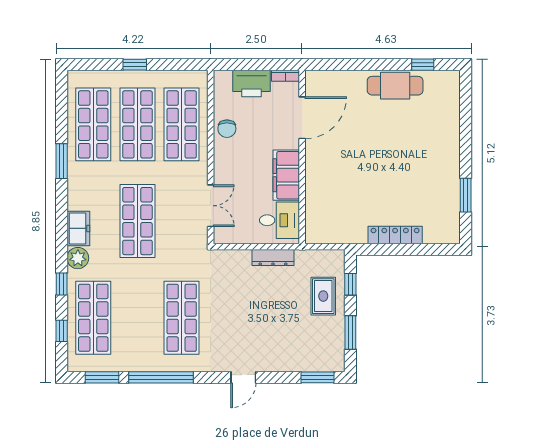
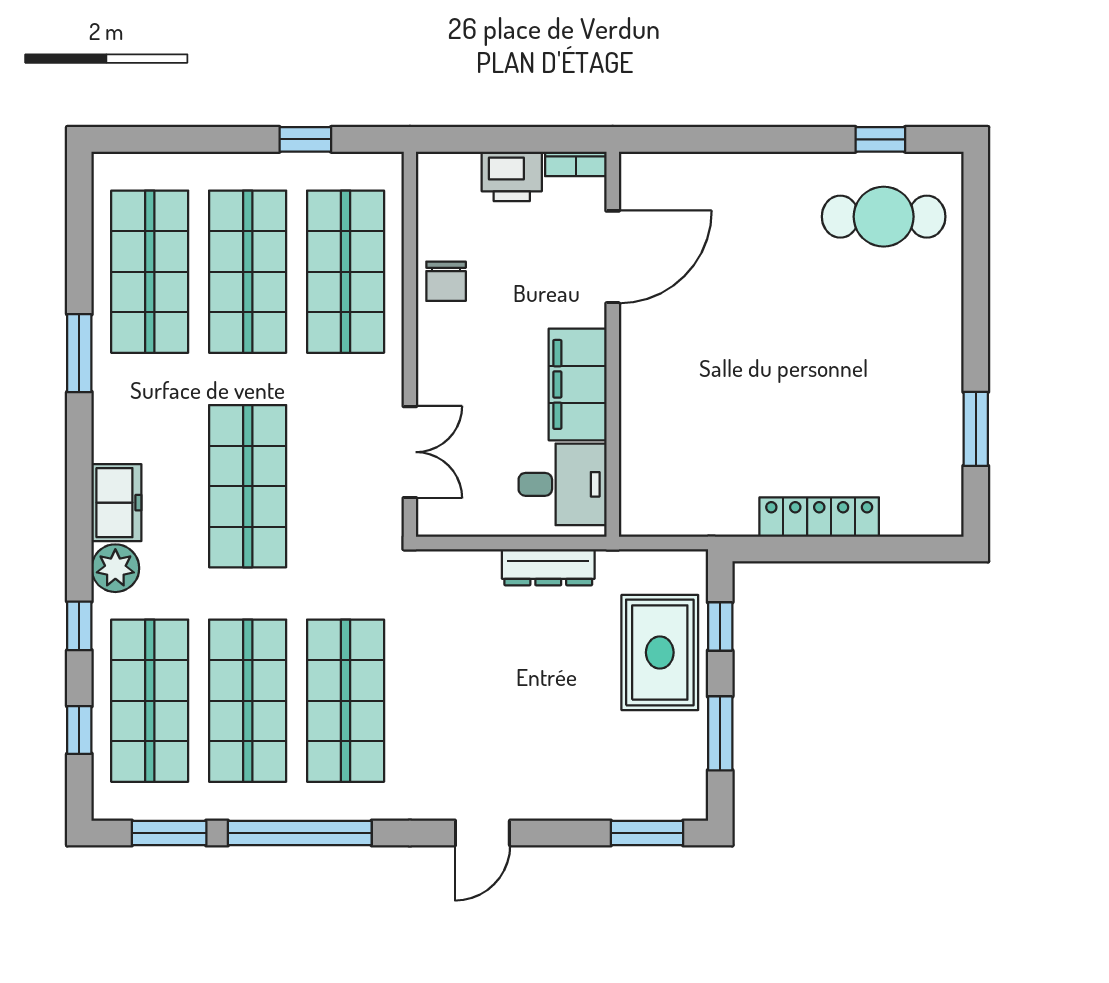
window: (135, 65) -> (305, 139), moved
printer: (251, 84) -> (512, 176), width x0.73, depth x0.84
cafe table: (395, 86) -> (884, 217), moved
rug: (323, 296) -> (660, 652), width x1.36, depth x1.43
shop shelf: (137, 318) -> (248, 701), added

